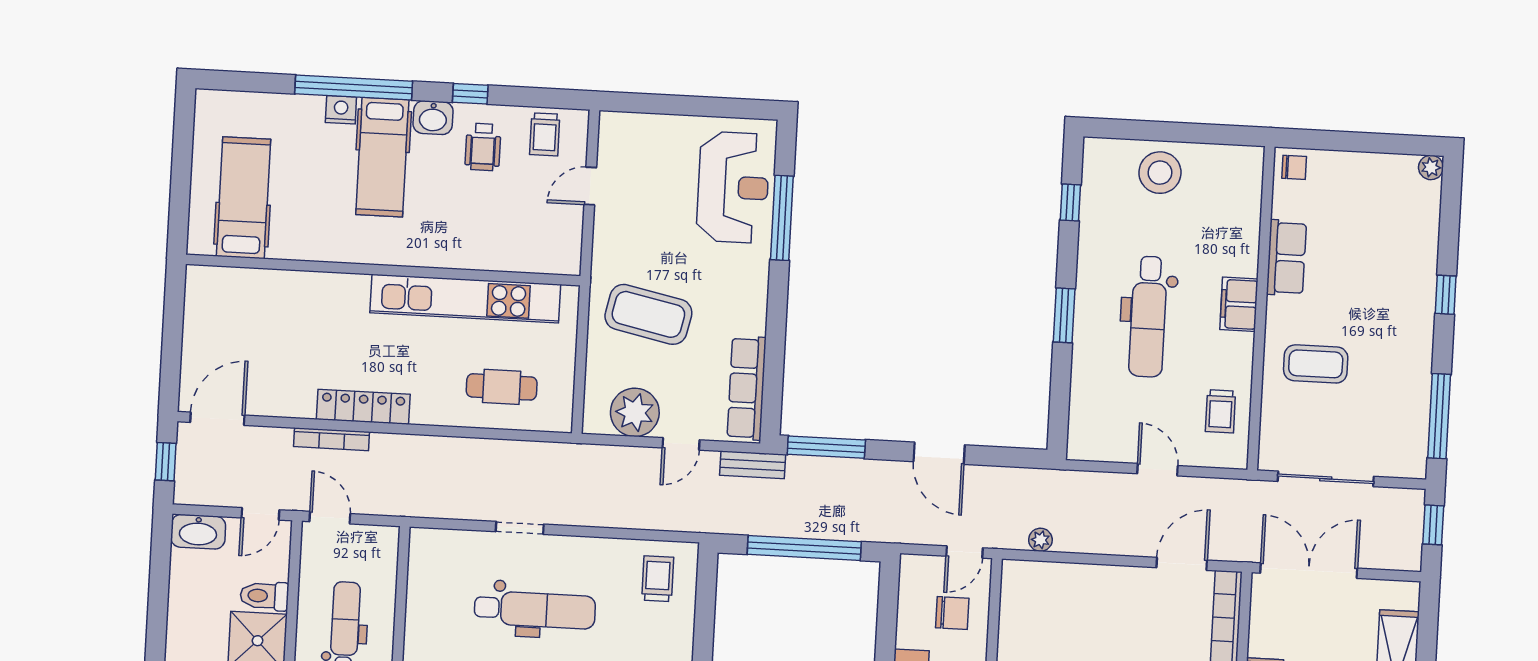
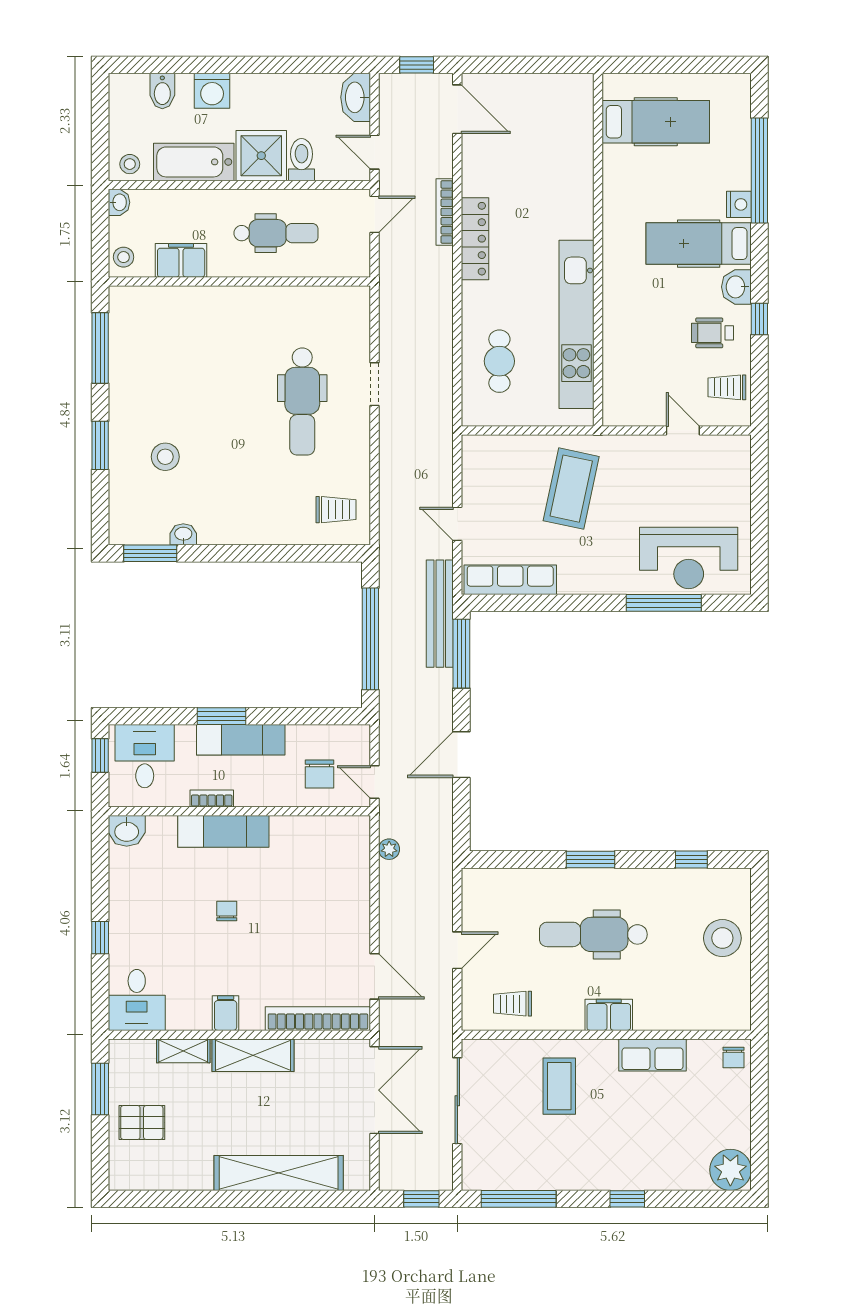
window: (354, 87) -> (759, 170), moved
plant: (1431, 167) -> (730, 1170), width x1.88, depth x1.88
plant: (635, 412) -> (483, 481), removed
bench: (753, 465) -> (440, 614), width x1.86, depth x1.21

